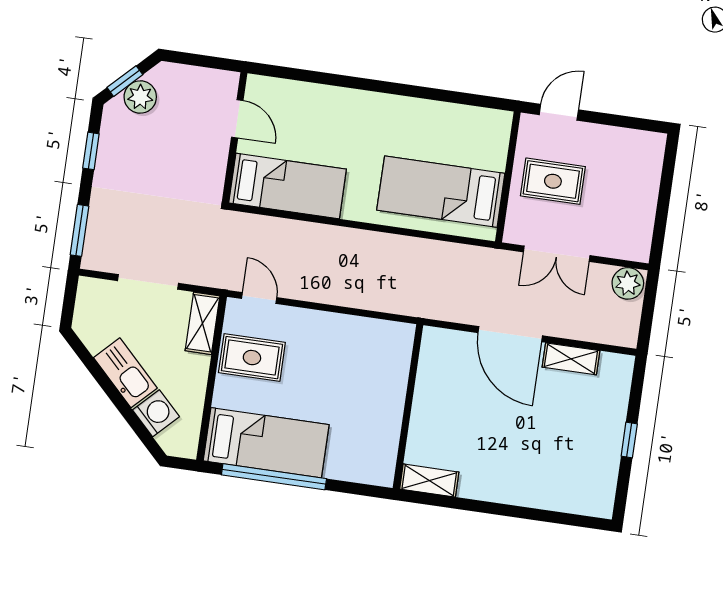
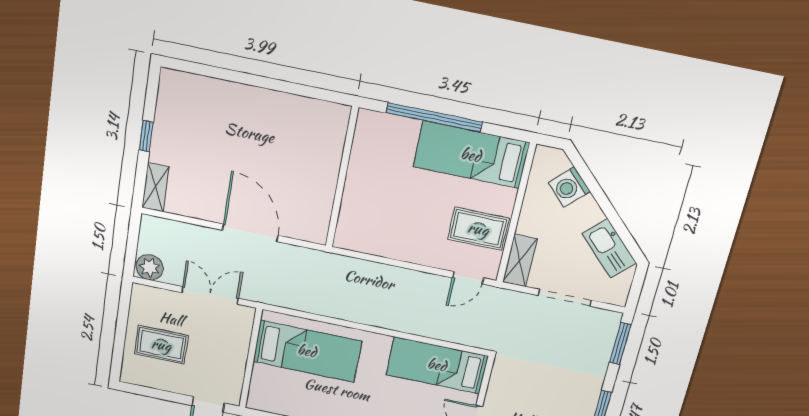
rug: (553, 181) -> (161, 345), moved
door: (259, 298) -> (468, 278), hinge flipped
shelving: (571, 359) -> (155, 187), moved, turned 90
kitchen sink: (125, 373) -> (609, 248), moved
window: (274, 477) -> (434, 117), moved
shelving: (429, 481) -> (325, 112), removed

